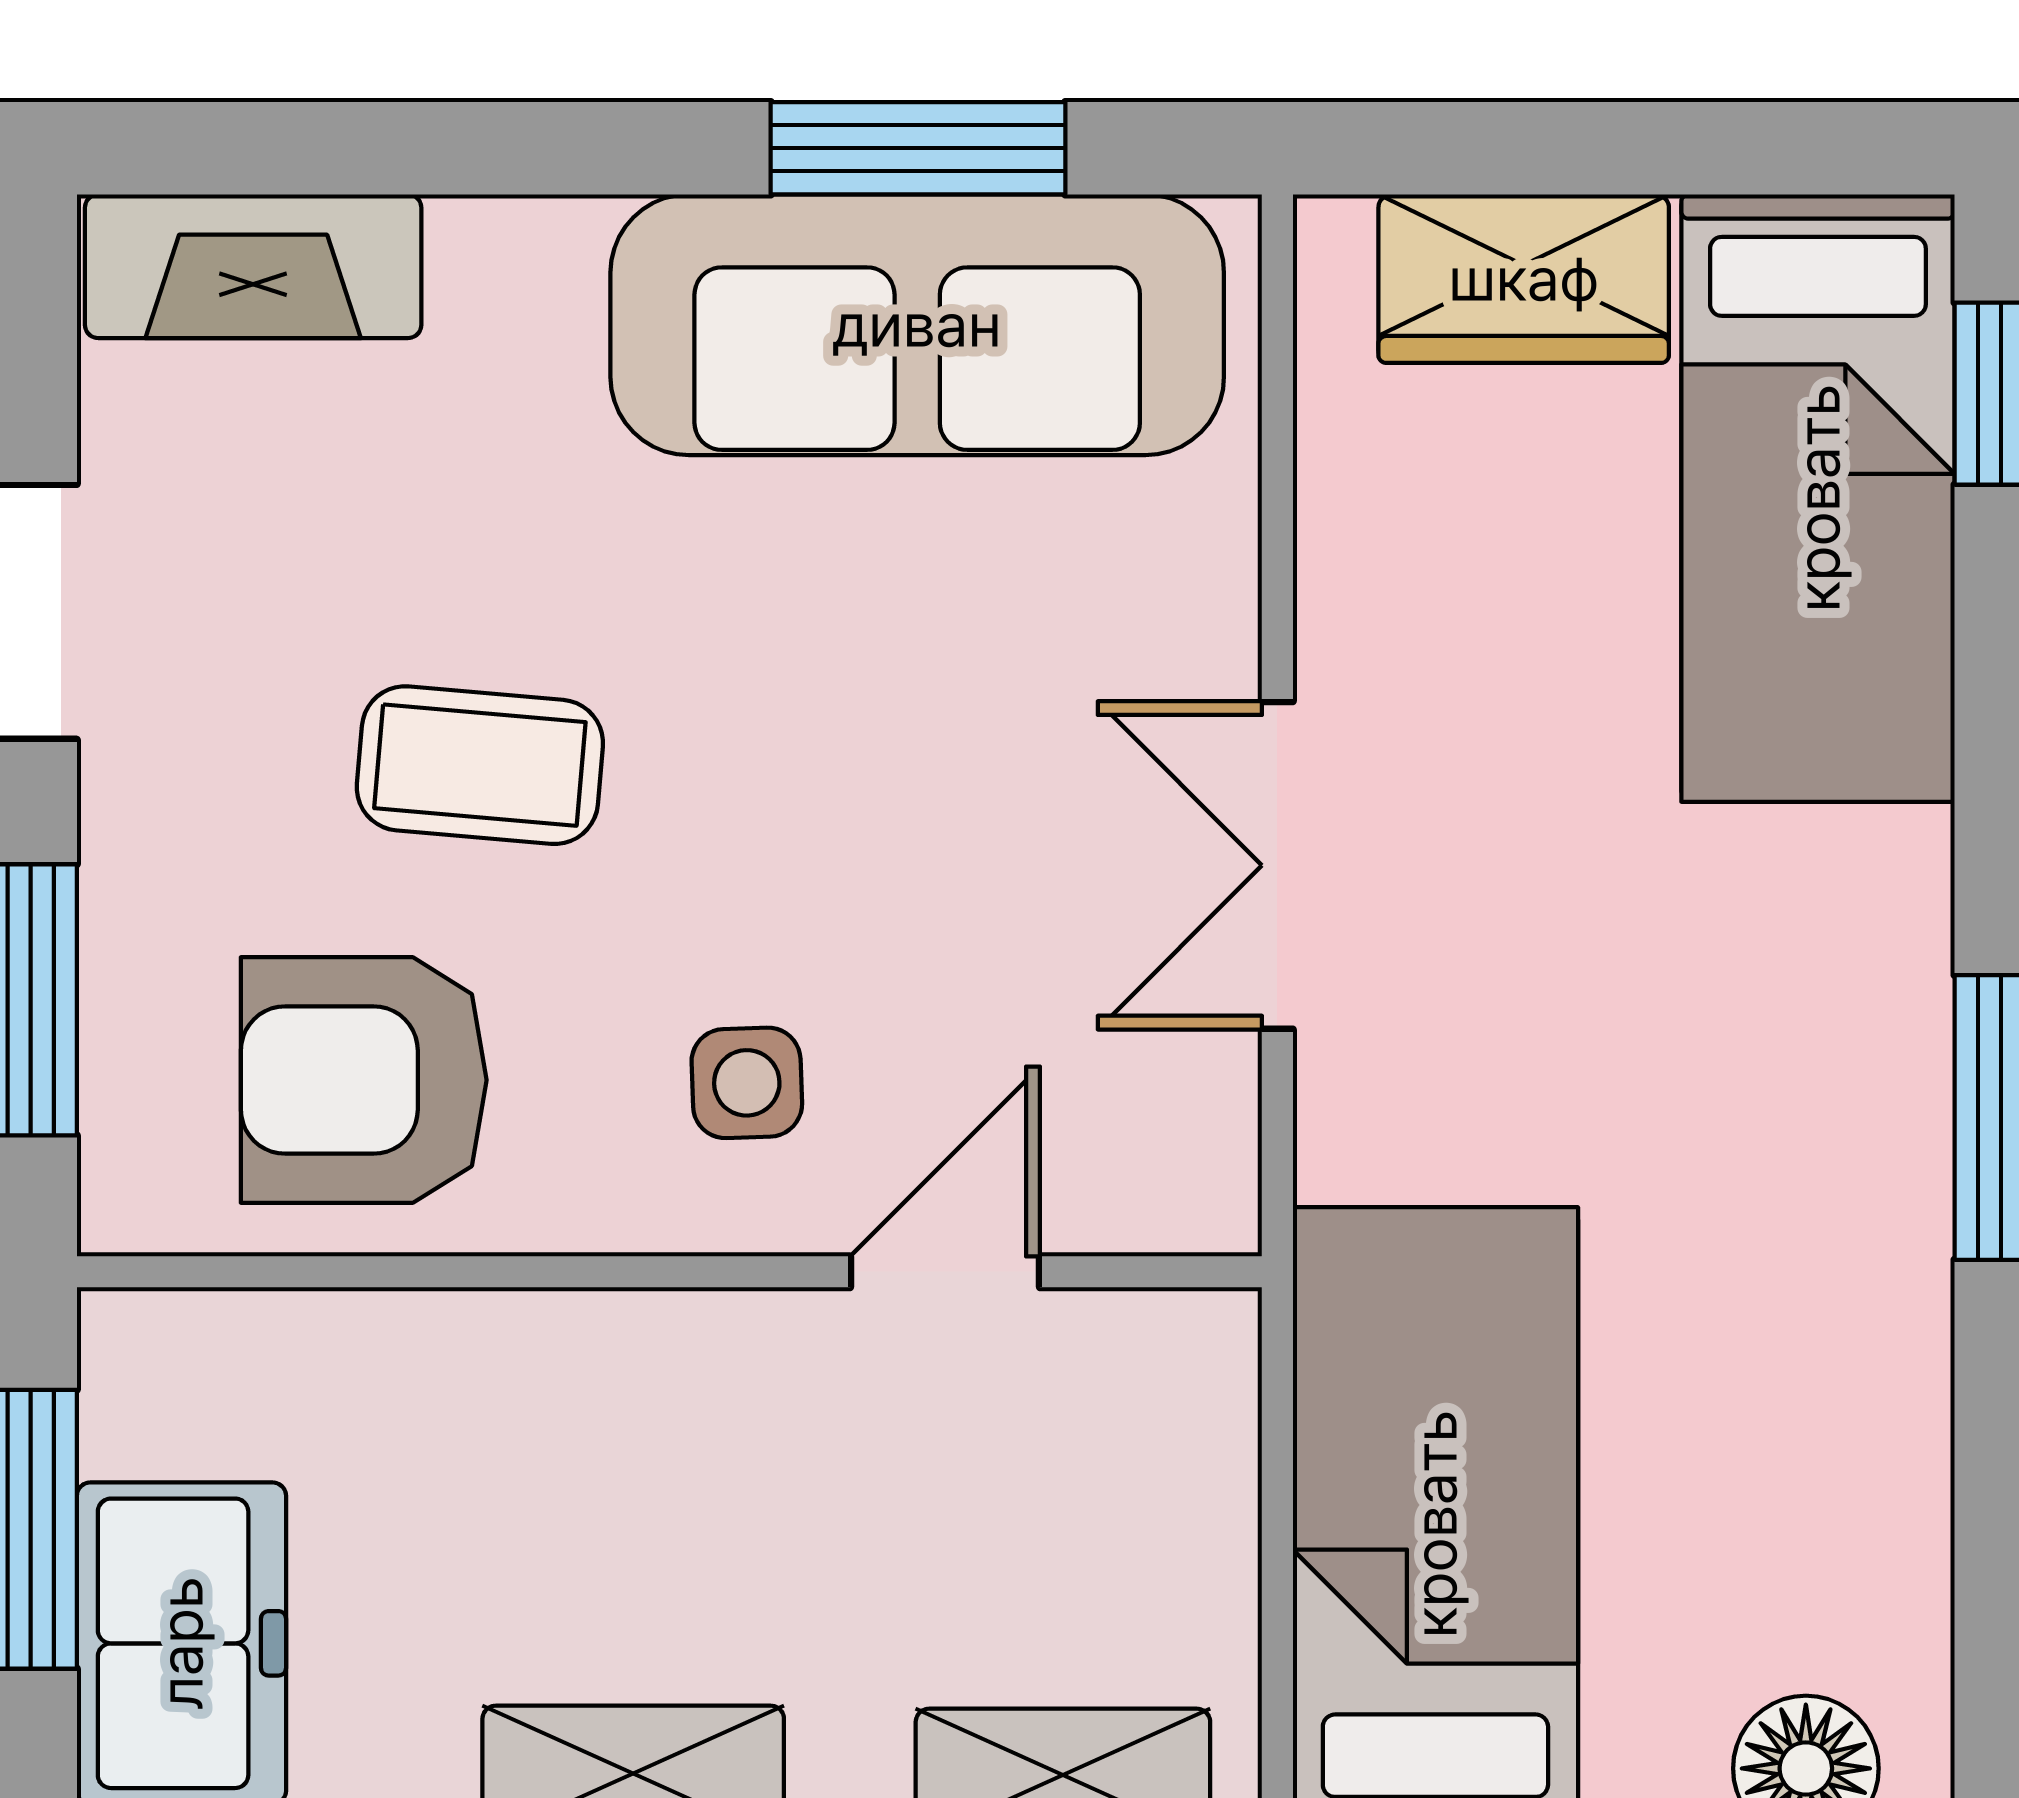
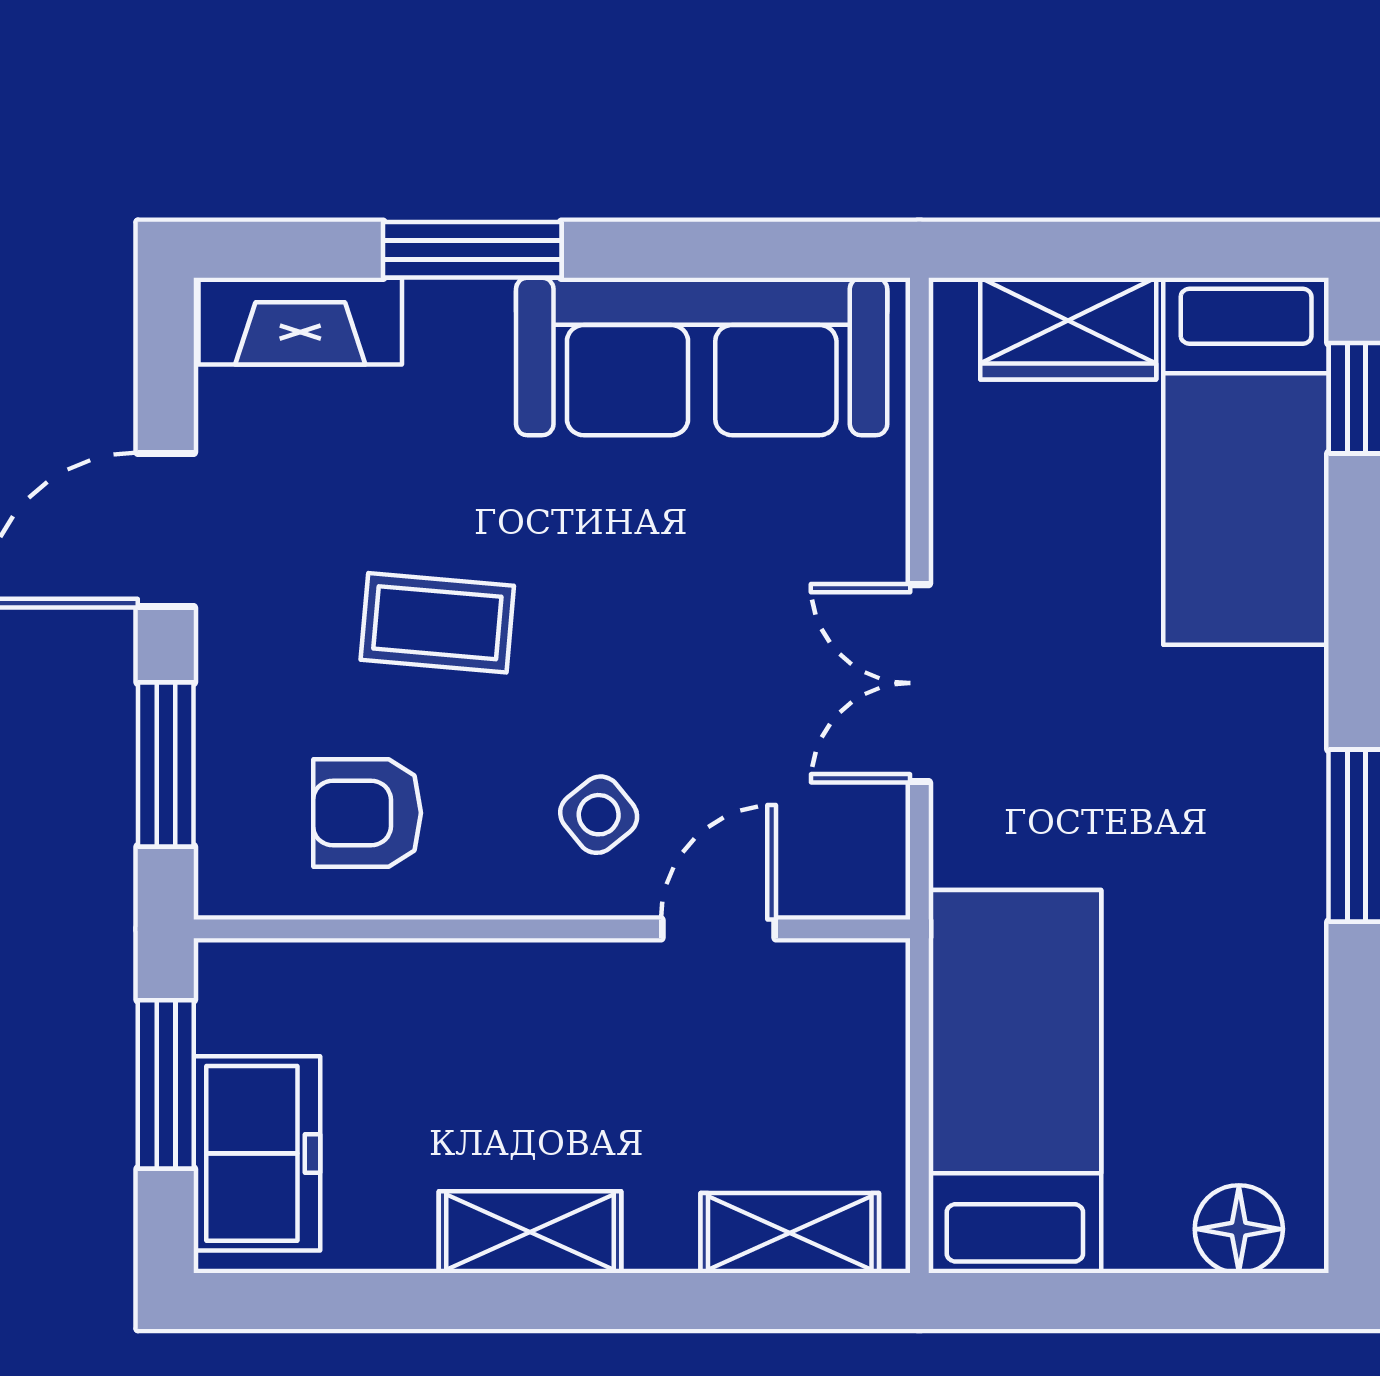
window: (918, 148) -> (472, 250), moved
armchair: (364, 1080) -> (367, 813), width x0.72, depth x0.72
side table: (747, 1083) -> (599, 815), turned -37

